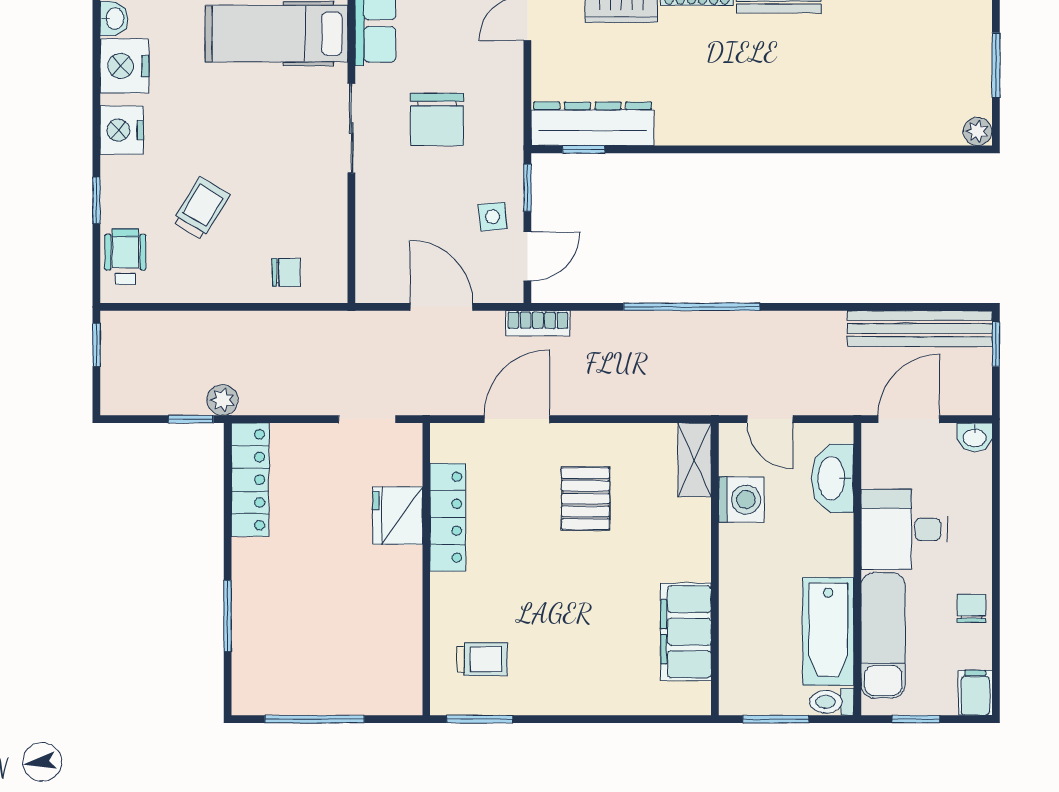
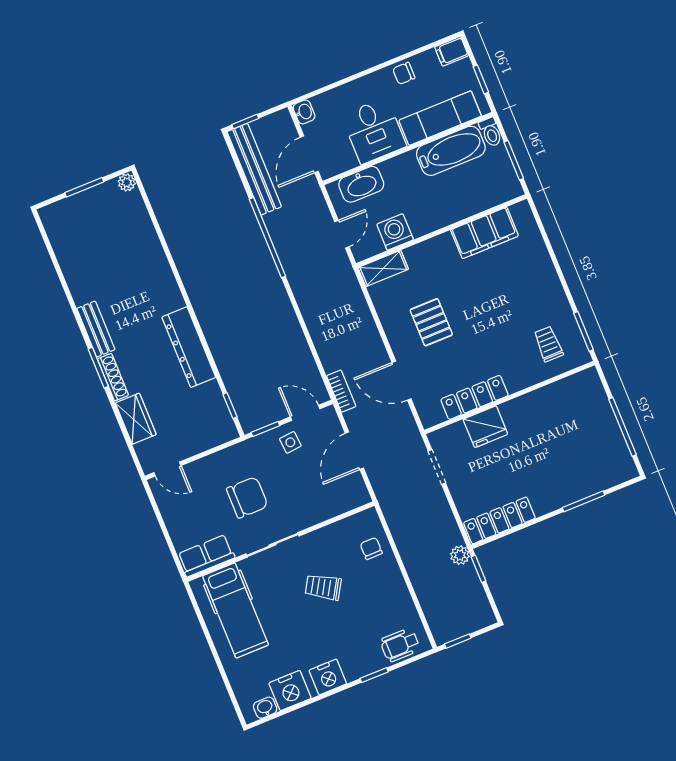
dresser: (593, 124) -> (189, 347), moved
trolley: (201, 208) -> (323, 587), moved
window: (692, 307) -> (267, 238), moved
door: (909, 419) -> (309, 154), hinge flipped
pallet: (586, 499) -> (431, 322), turned 90

